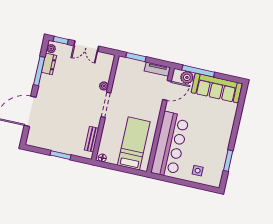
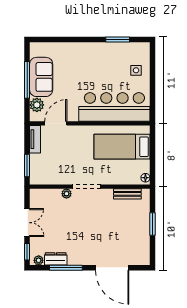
window: (198, 71) -> (27, 80), moved
sofa: (217, 88) -> (41, 77), width x0.73
door: (167, 90) -> (56, 123), hinge flipped

